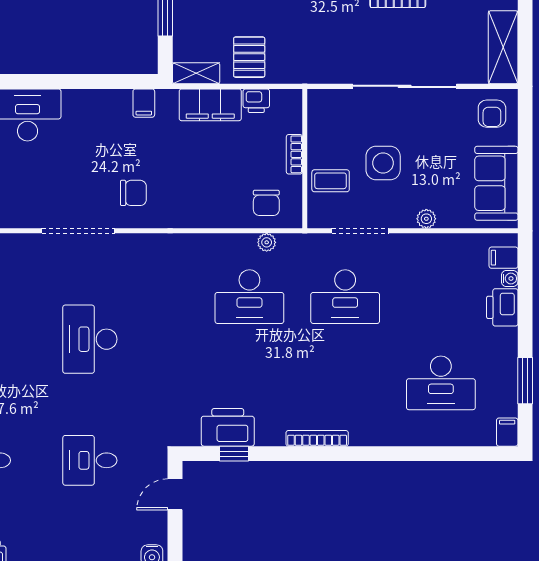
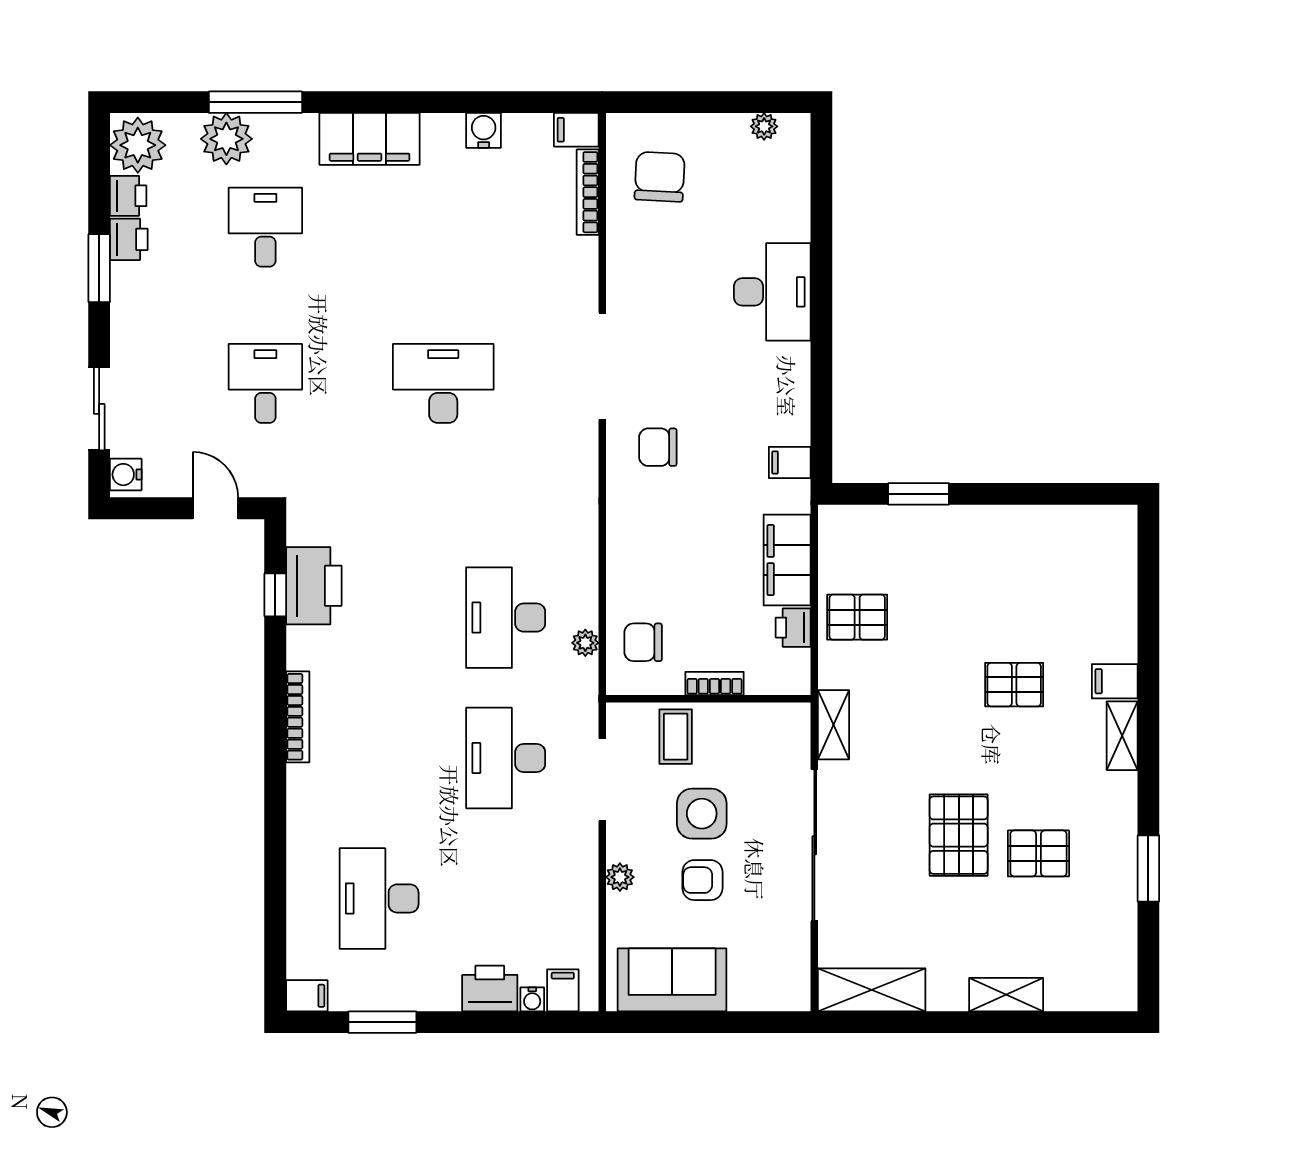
shelving: (196, 73) -> (833, 725), moved
armchair: (492, 114) -> (702, 880), moved
chair: (133, 193) -> (658, 447), turned 90

